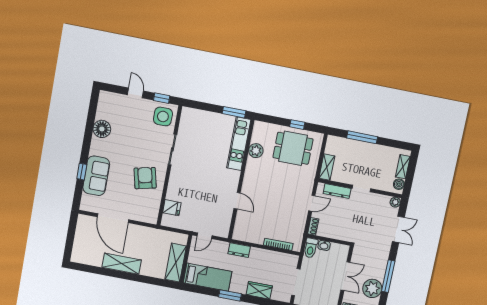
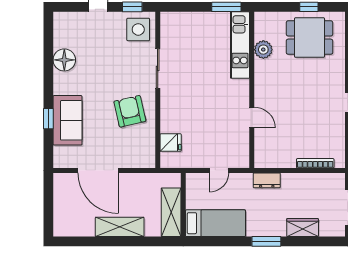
wall: (186, 259) -> (183, 205), moved
shelving: (176, 263) -> (171, 212), moved
bed: (208, 277) -> (215, 223), moved

